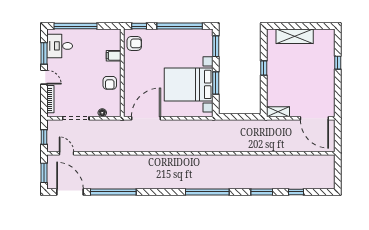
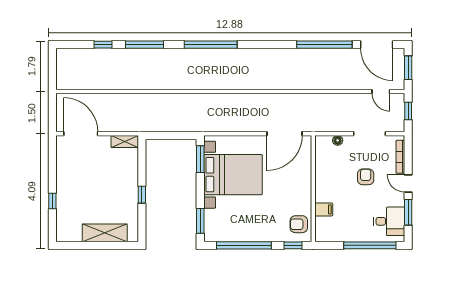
armchair: (110, 83) -> (366, 177), moved
window: (216, 83) -> (200, 159), moved
window: (262, 192) -> (144, 45), width x1.44

